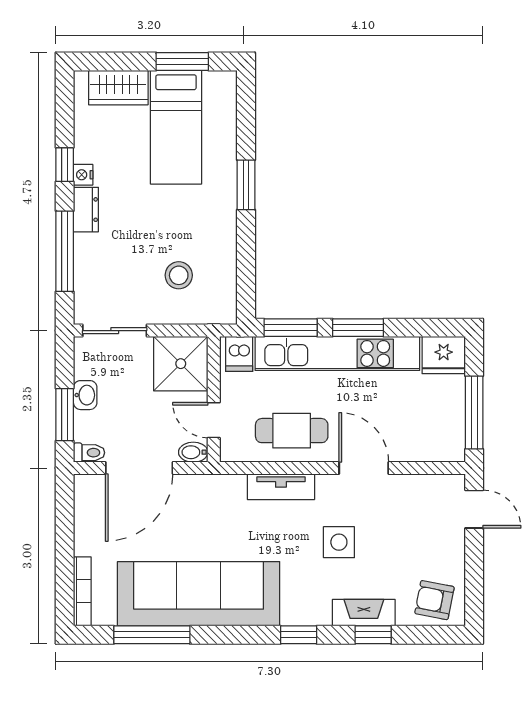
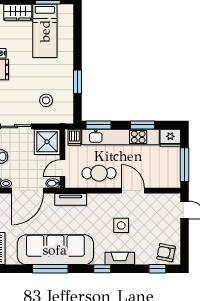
window: (246, 185) -> (78, 82), moved
window: (358, 328) -> (143, 125), moved
door: (214, 420) -> (63, 168), hinge flipped
tv unit: (281, 487) -> (71, 199), moved
fireplace: (364, 613) -> (120, 258), moved
window: (152, 635) -> (50, 269), moved
window: (373, 635) -> (157, 269), moved

